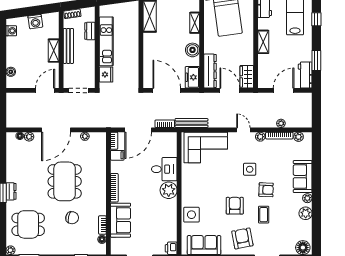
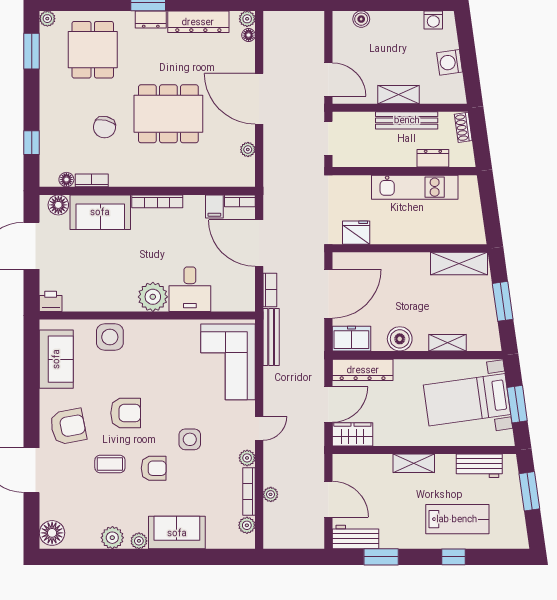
fridge: (106, 74) -> (356, 233), moved, turned 180
plant: (29, 137) -> (247, 19), moved
dresser: (12, 164) -> (198, 22), added
armchair: (266, 190) -> (154, 468), turned -92
floor lamp: (116, 244) -> (58, 205), added

